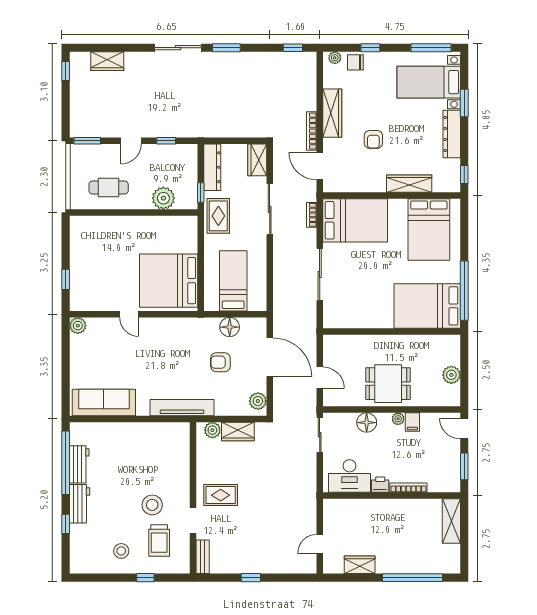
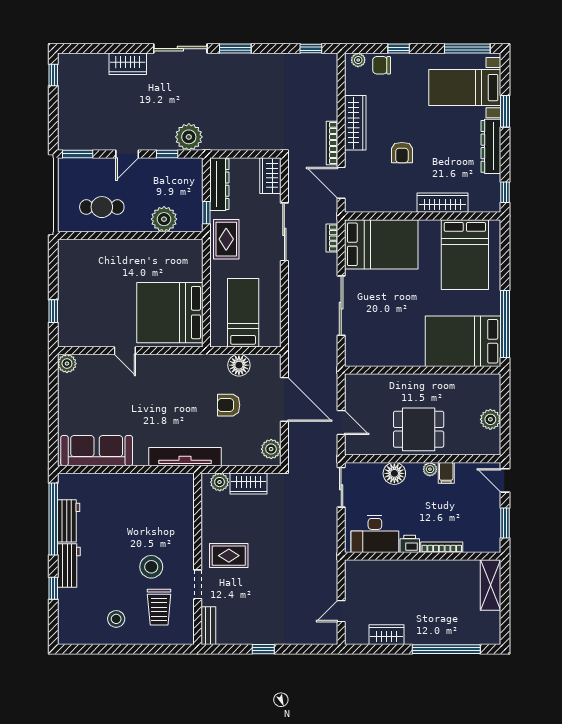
wardrobe: (107, 61) -> (128, 64), moved
plant: (185, 126) -> (189, 137), added
window: (145, 578) -> (144, 649), removed

